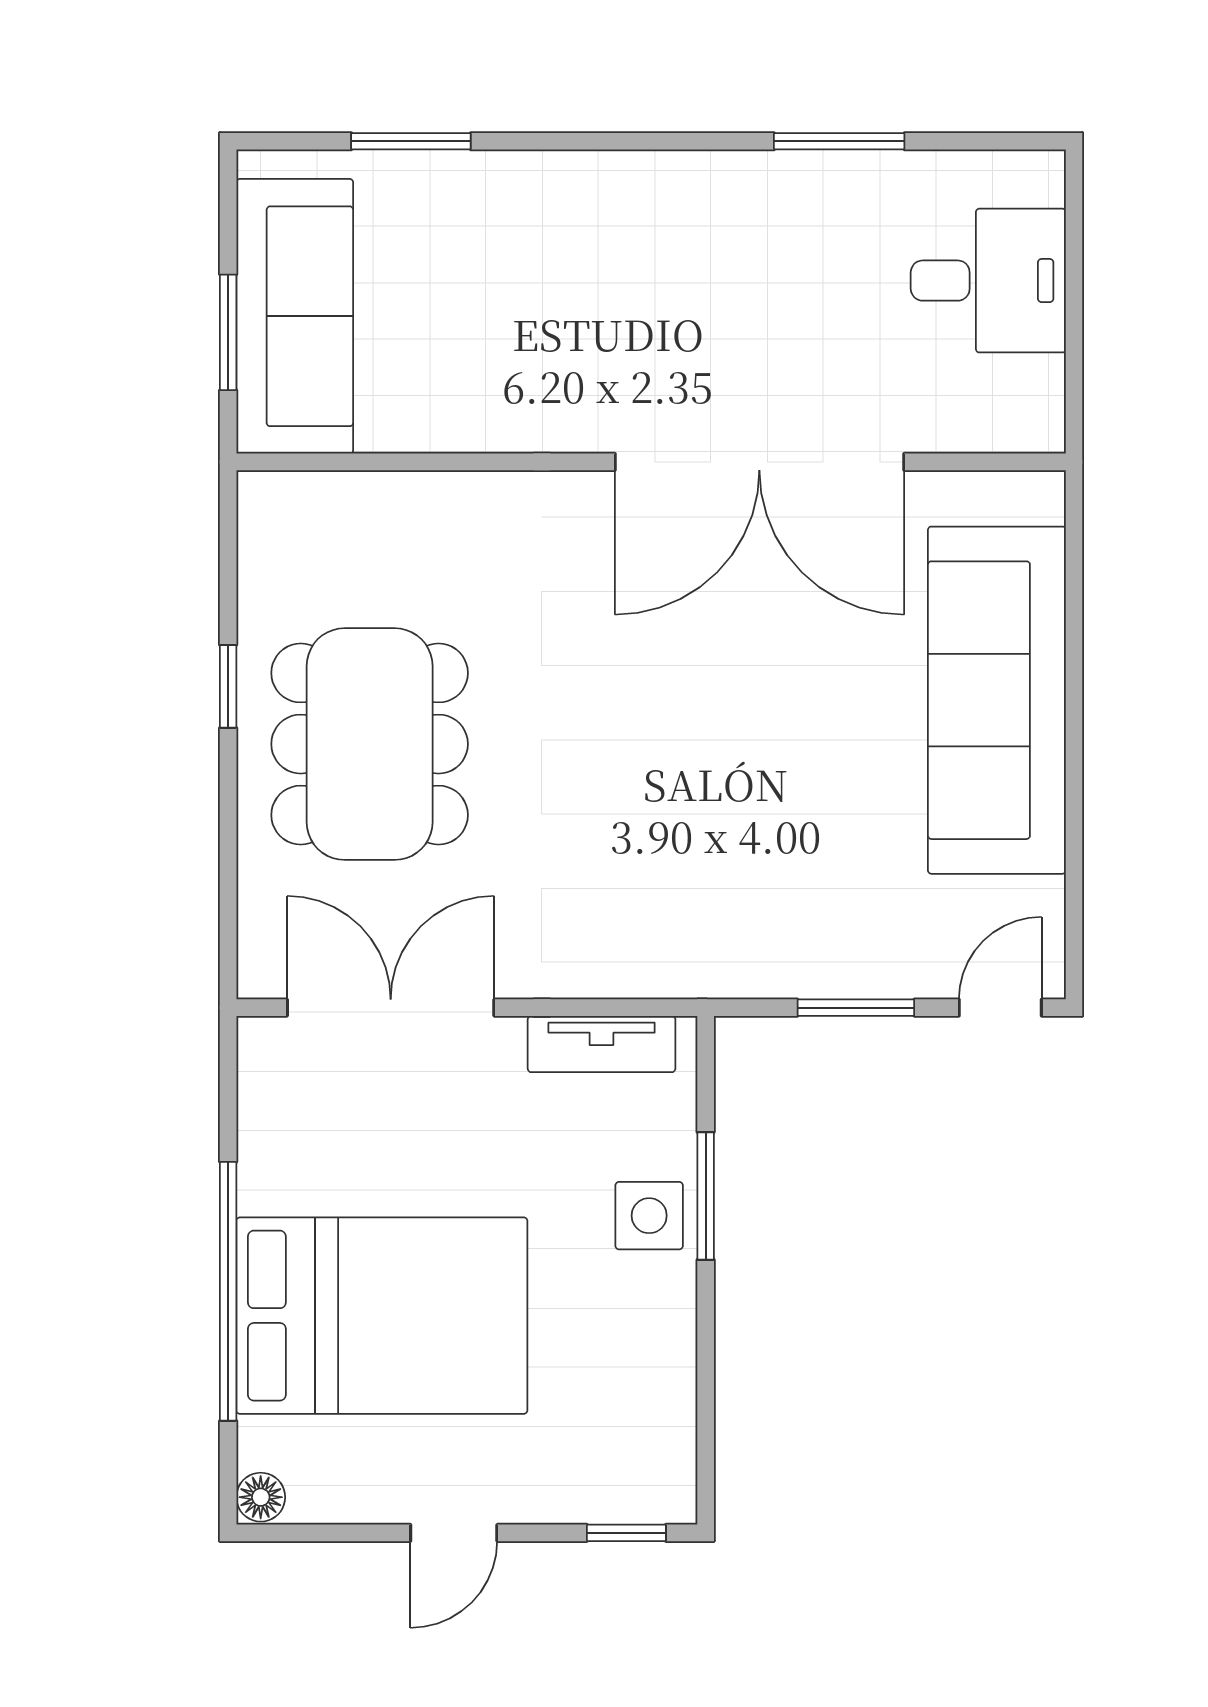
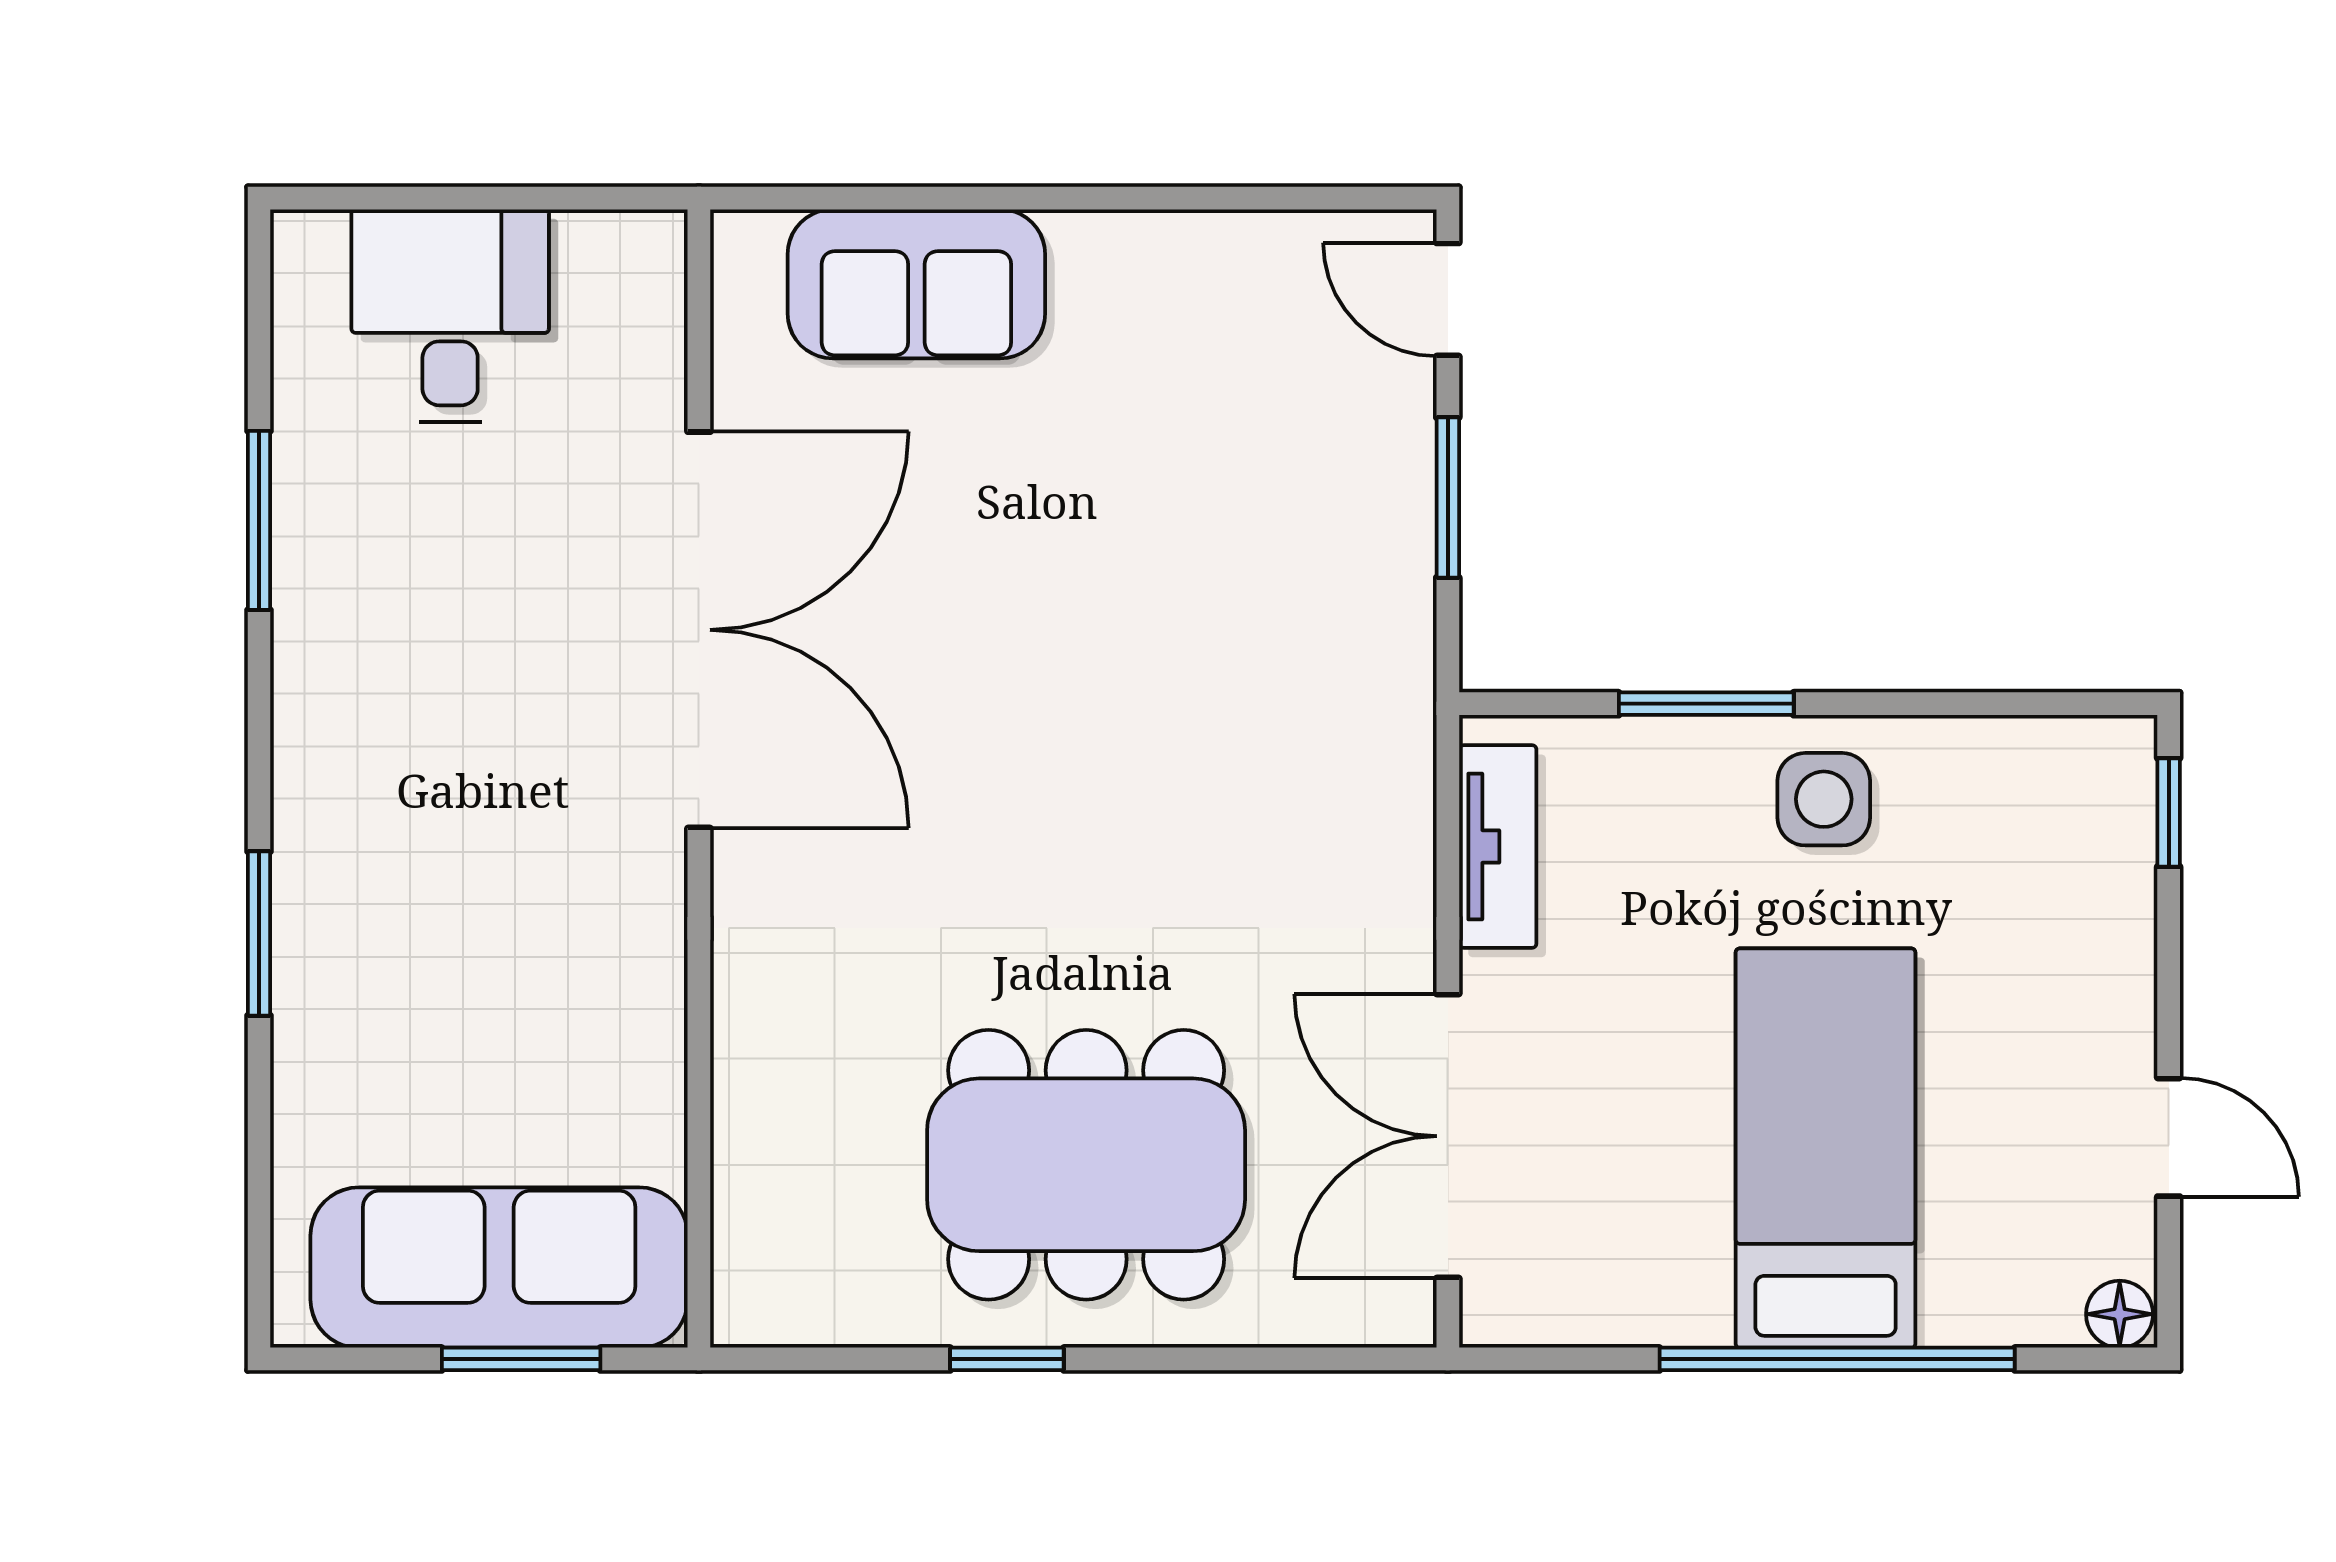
window: (411, 141) -> (259, 933), moved
sofa: (997, 700) -> (916, 284), width x0.54, depth x0.79
side table: (649, 1216) -> (1824, 799), moved
bed: (382, 1316) -> (1826, 1148), width x0.67
door: (454, 1533) -> (2169, 1137), moved

